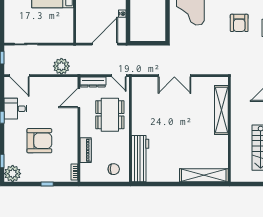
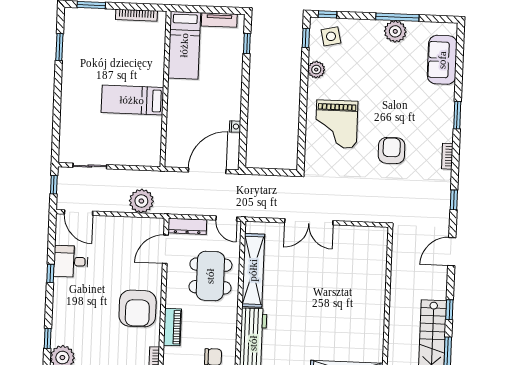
armchair: (239, 23) -> (392, 151), moved, turned 180
shelving: (221, 110) -> (253, 270), moved
armchair: (39, 141) -> (138, 308), moved, turned 90

